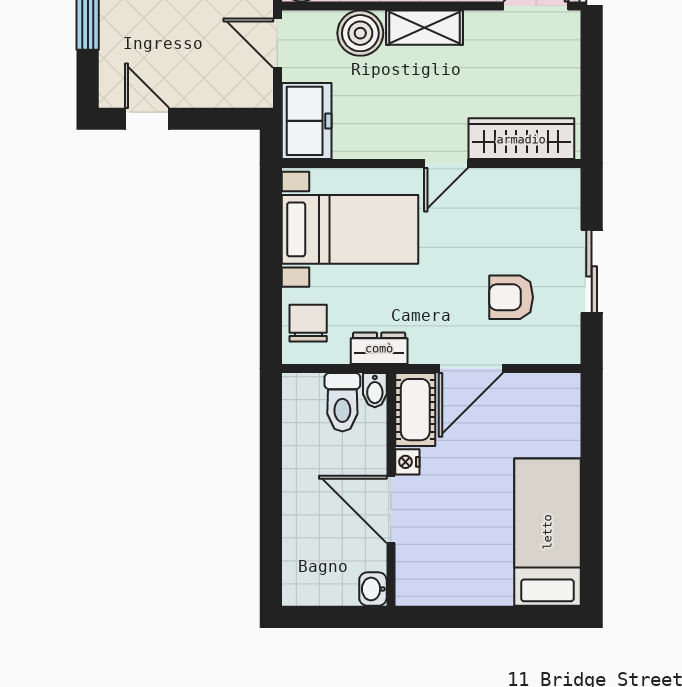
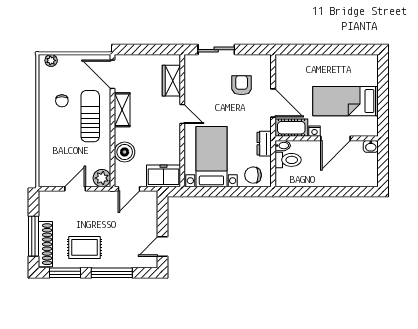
shelving: (424, 28) -> (122, 110), moved
wardrobe: (521, 139) -> (171, 81), width x0.67
sliding door: (592, 271) -> (216, 50), moved
armchair: (511, 297) -> (242, 85), turned 180
bed: (547, 532) -> (346, 101), moved

